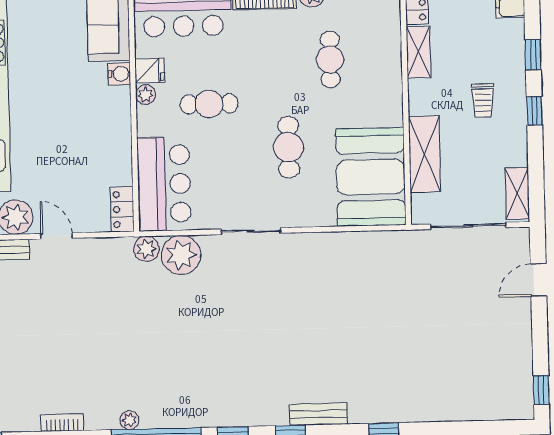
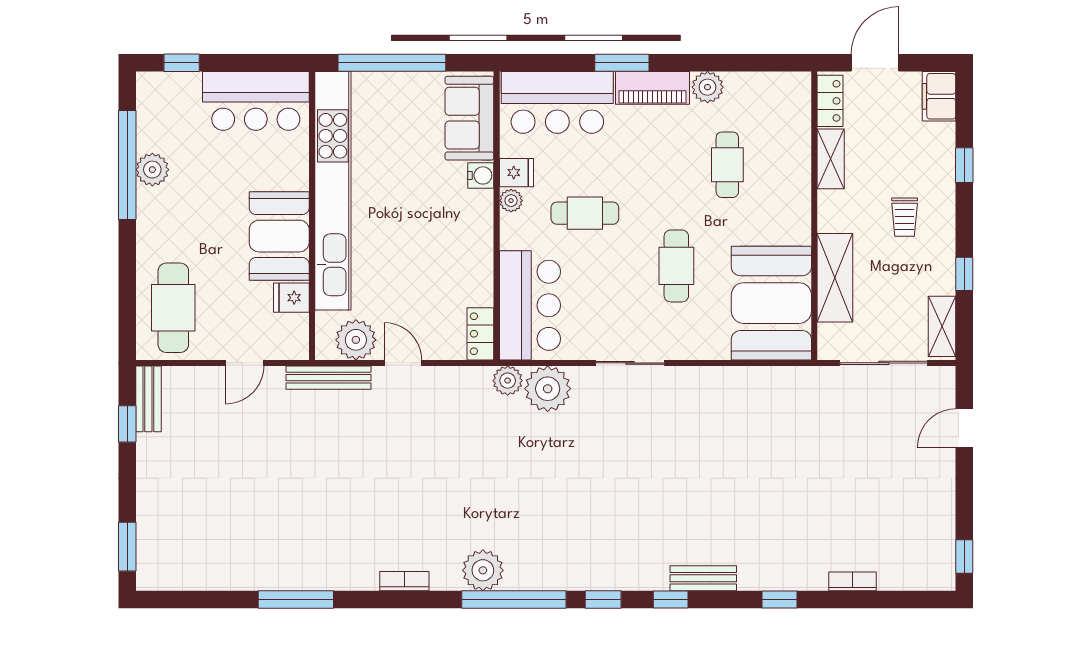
window: (534, 111) -> (964, 274), moved
bookcase: (446, 414) -> (853, 581), added
plant: (129, 420) -> (483, 570), width x1.88, depth x1.88

